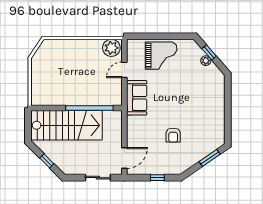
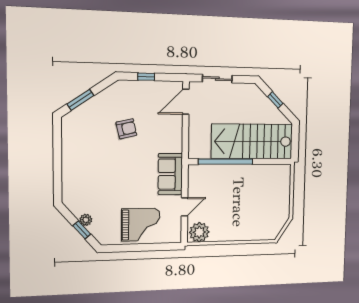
grand piano: (161, 56) -> (141, 225), turned 180
armchair: (173, 135) -> (126, 129), turned 77

